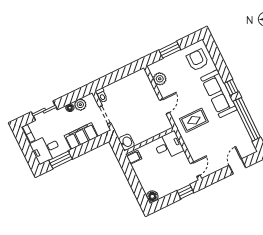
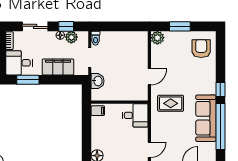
plant: (160, 79) -> (157, 38), moved
sofa: (219, 94) -> (206, 118), moved
window: (71, 98) -> (66, 26), added
washbasin: (127, 142) -> (98, 81), moved

